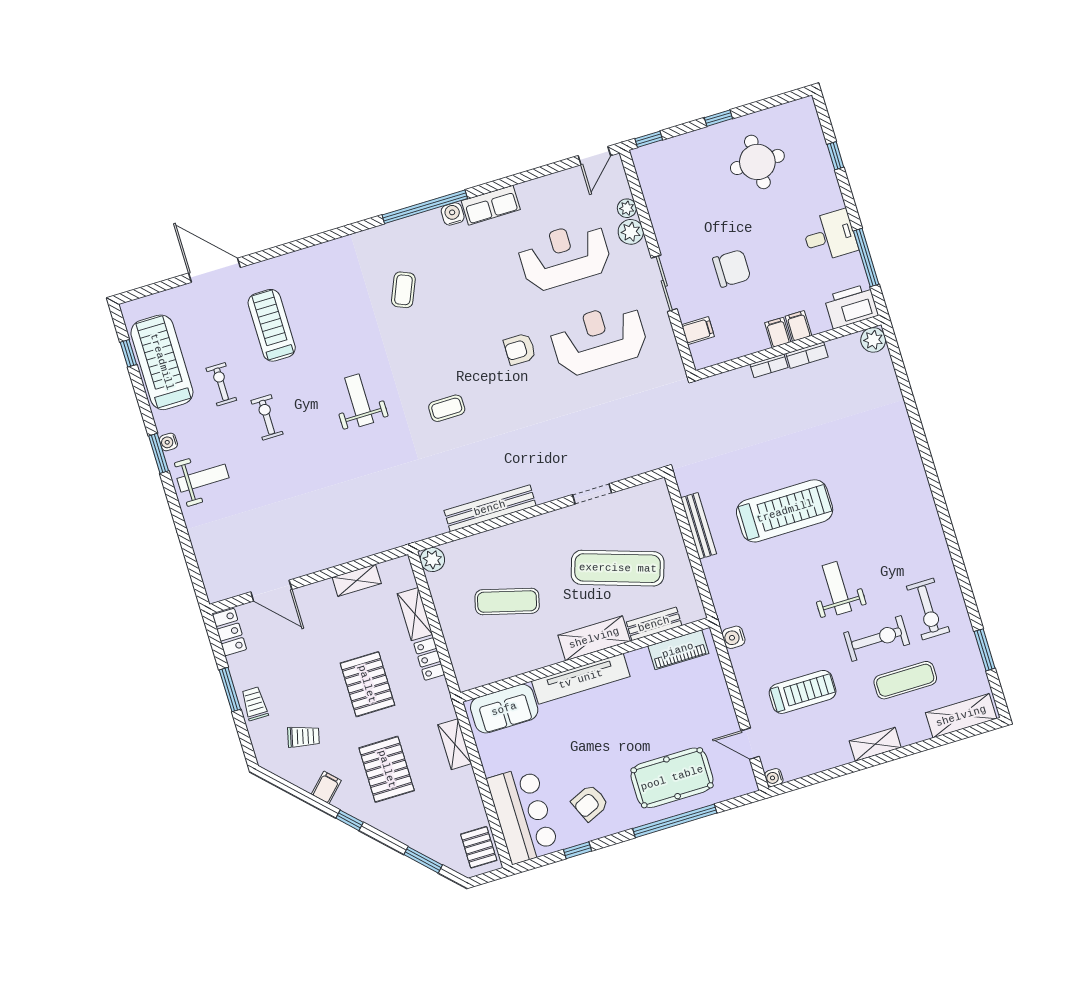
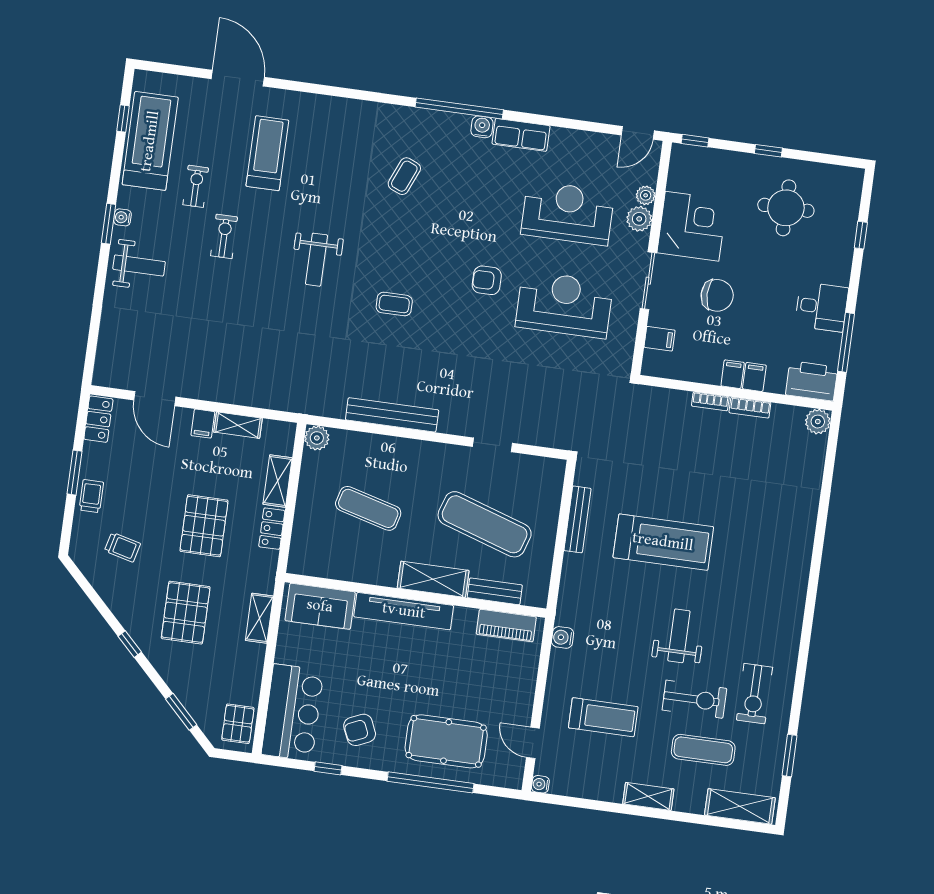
corner desk: (681, 217) -> (692, 226), added
weight bench: (359, 400) -> (317, 260), turned 180
filing cabinet: (326, 787) -> (203, 424), moved, turned 135

